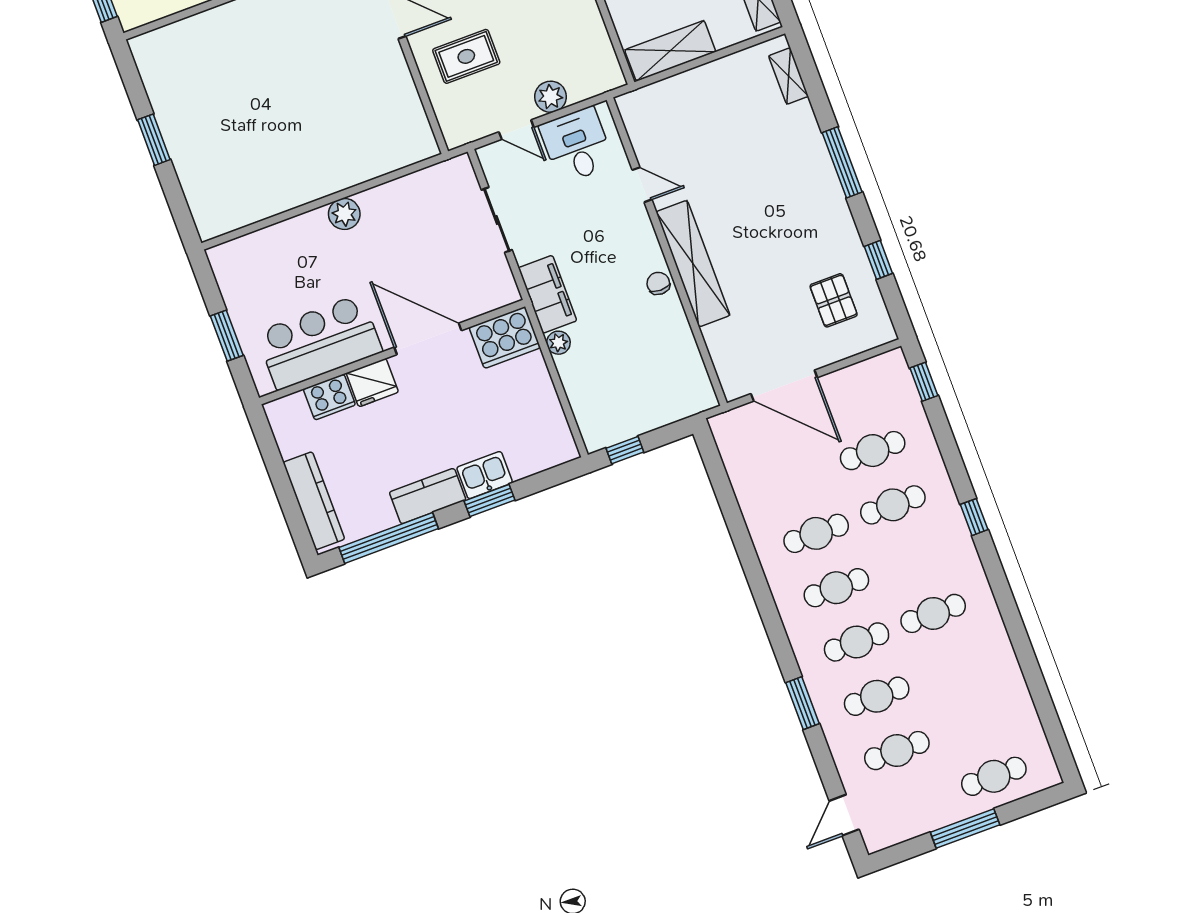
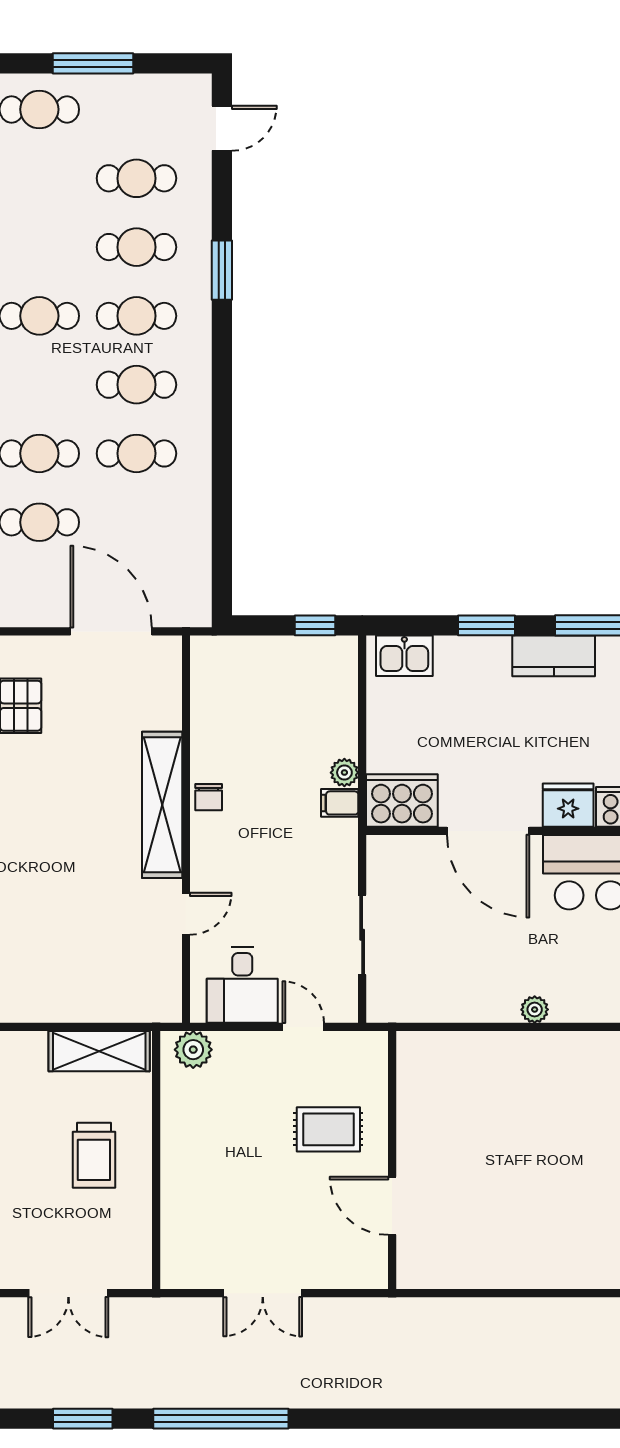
plant: (551, 97) -> (193, 1050), moved
door: (642, 185) -> (186, 914), swing flipped
plant: (344, 214) -> (535, 1010), width x0.73, depth x0.73
filing cabinet: (548, 294) -> (340, 803), width x0.33, depth x0.86
kitchen sink: (485, 475) -> (404, 656), moved

